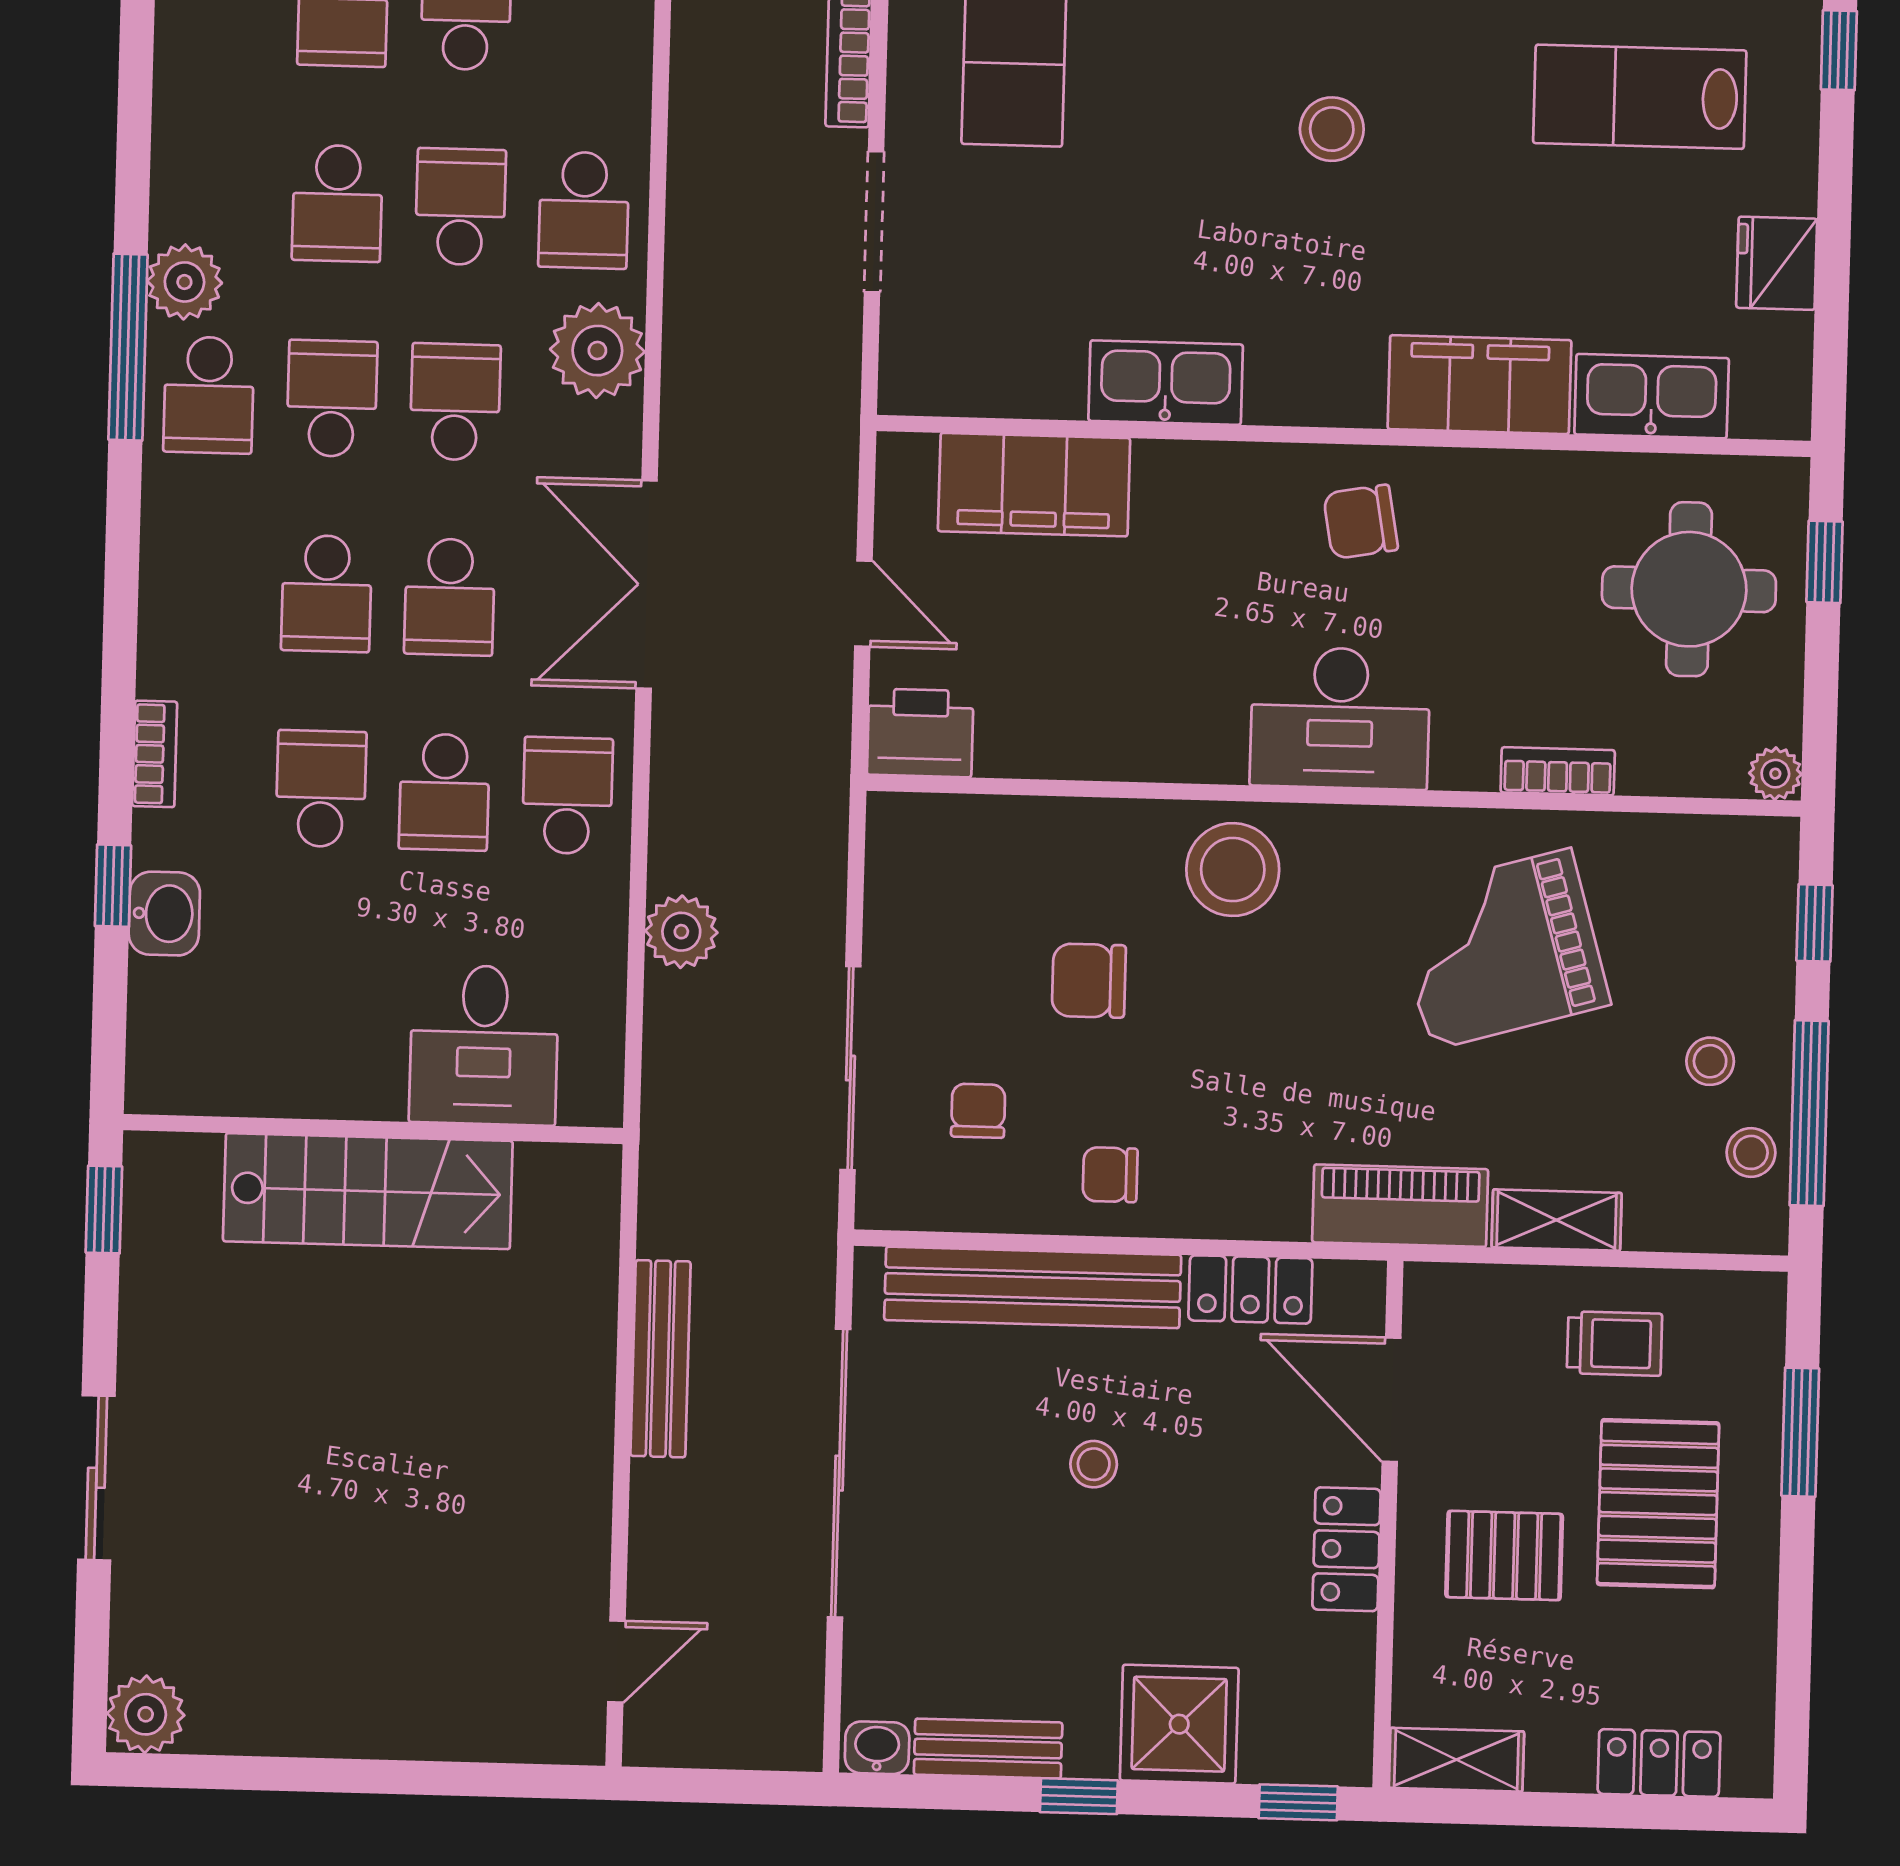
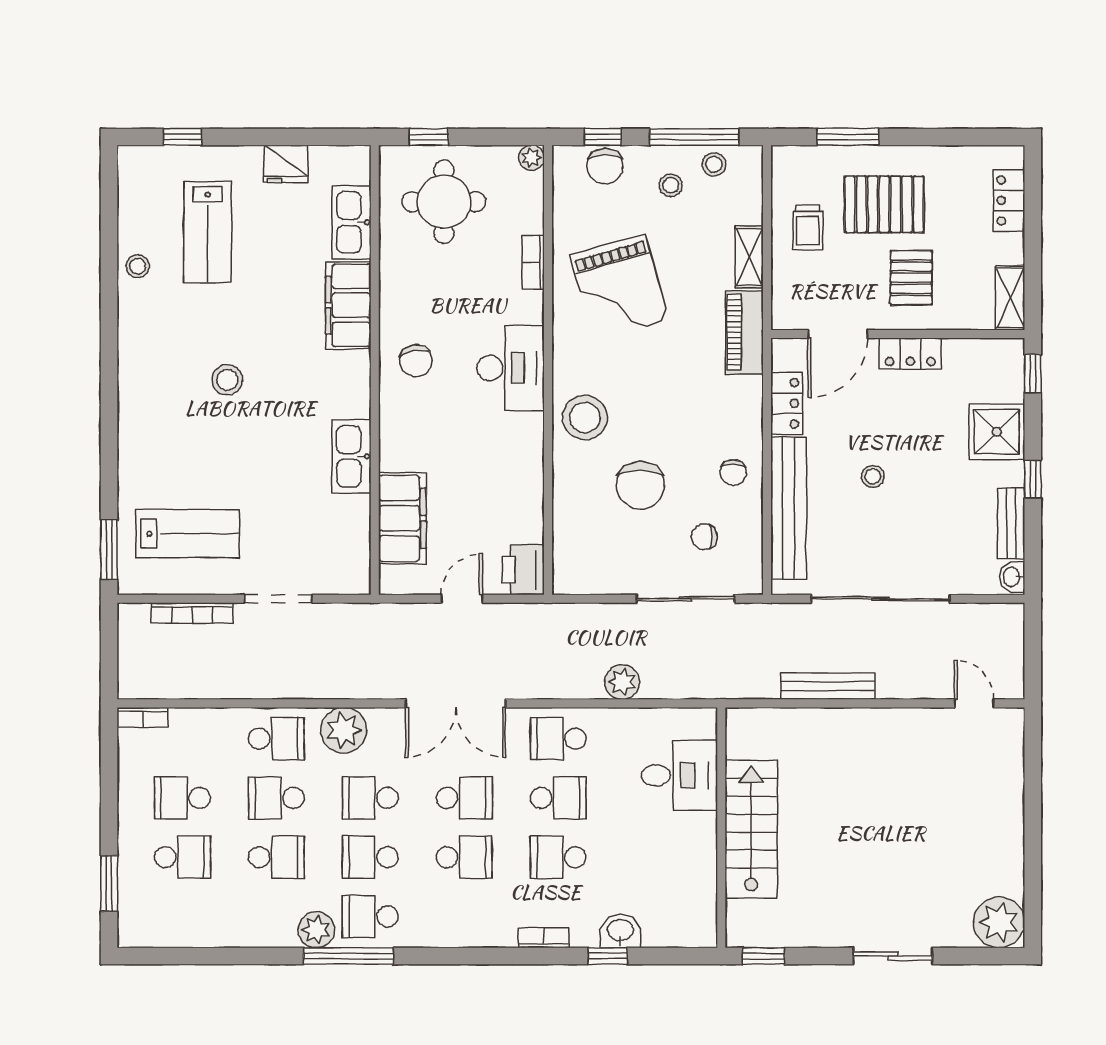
school desk: (209, 395) -> (370, 917), turned 180
chair: (1754, 926) -> (605, 166), added
chair: (1089, 981) -> (640, 485), width x1.37, depth x1.37
trolley: (1615, 1344) -> (808, 227), turned 180
plant: (146, 1714) -> (999, 922), width x1.36, depth x1.36

